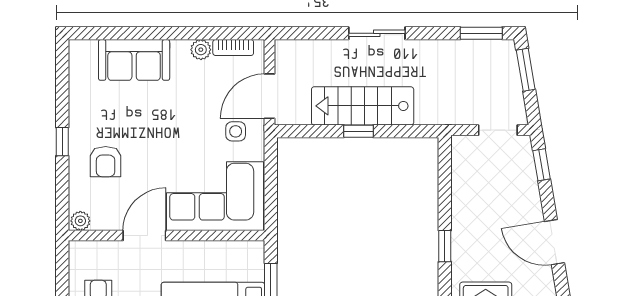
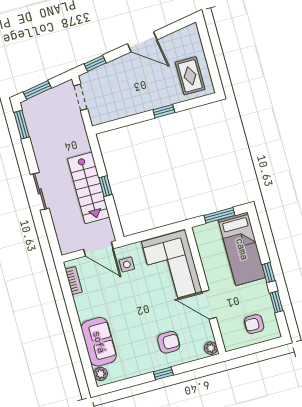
plant: (201, 50) -> (101, 374), moved
door: (554, 242) -> (142, 42), hinge flipped

